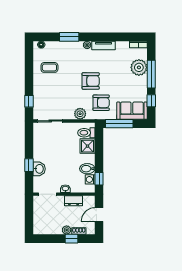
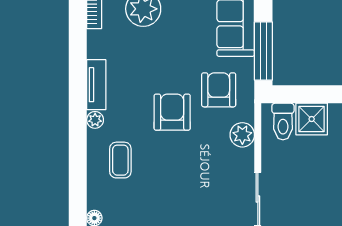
window: (69, 37) -> (78, 158), removed
coffee table: (49, 67) -> (120, 160), moved

